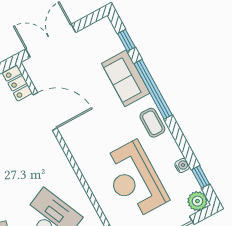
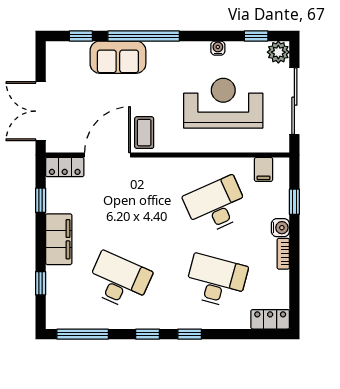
coffee table: (152, 123) -> (144, 133), moved, turned 90
water cooler: (182, 165) -> (218, 48), moved
reception desk: (134, 180) -> (223, 103), turned 180

